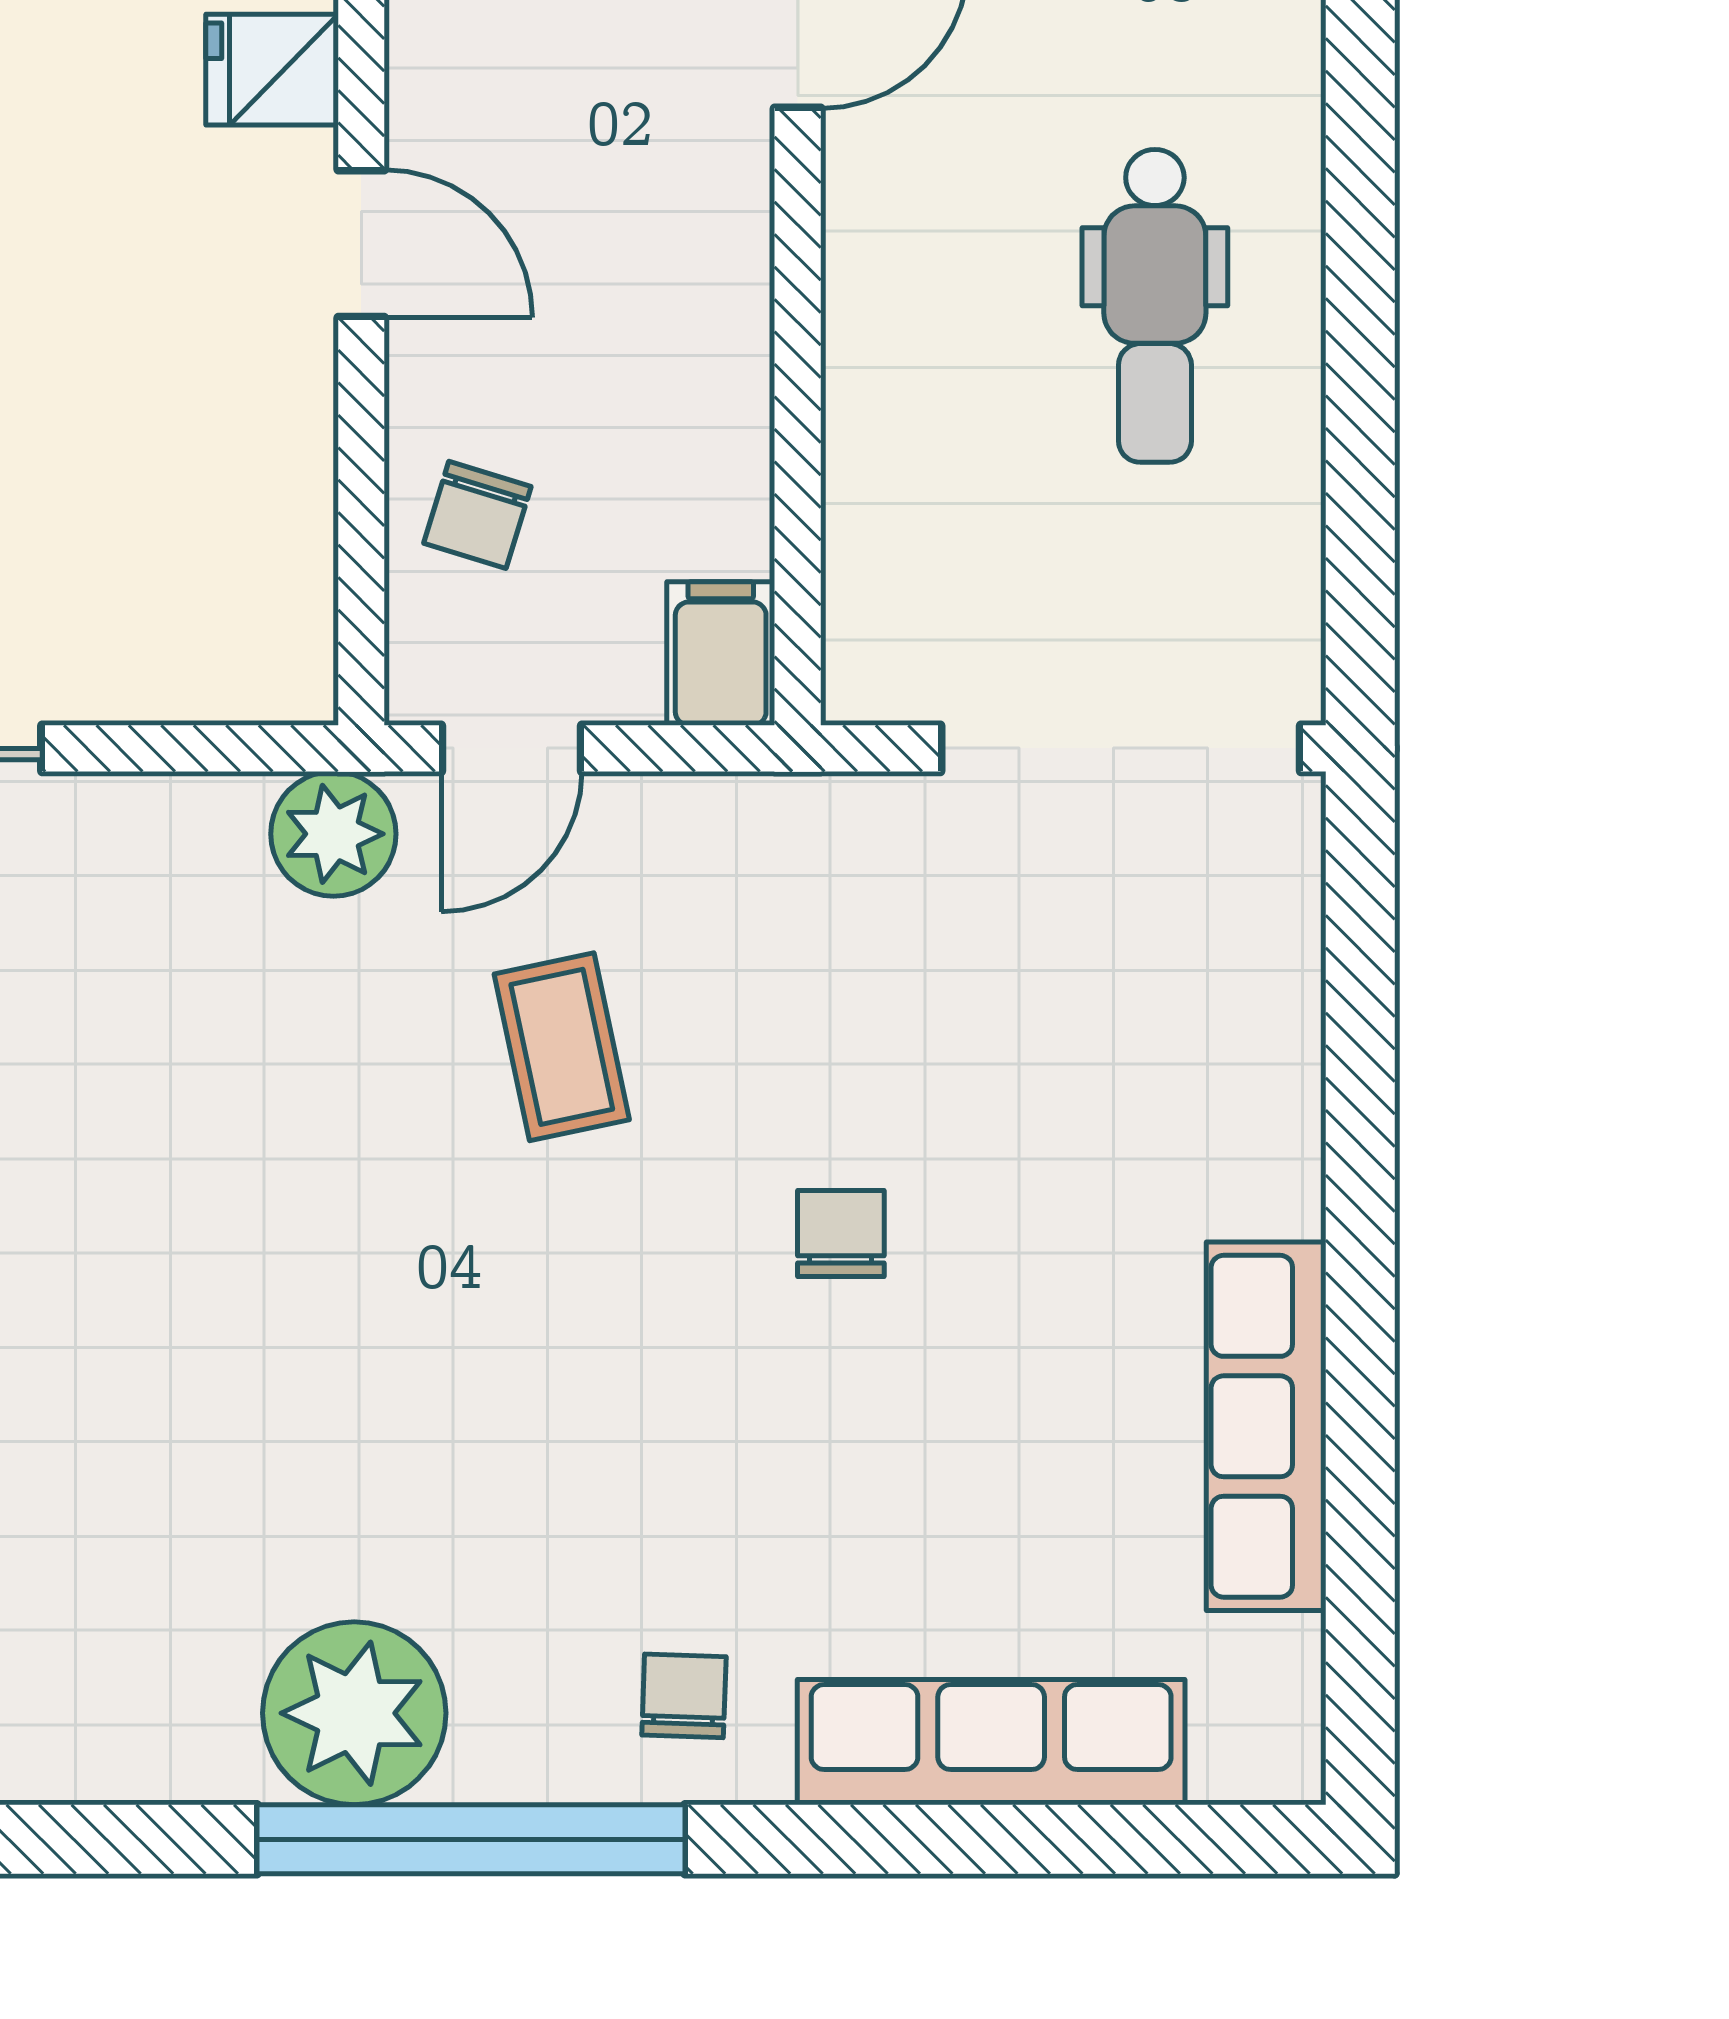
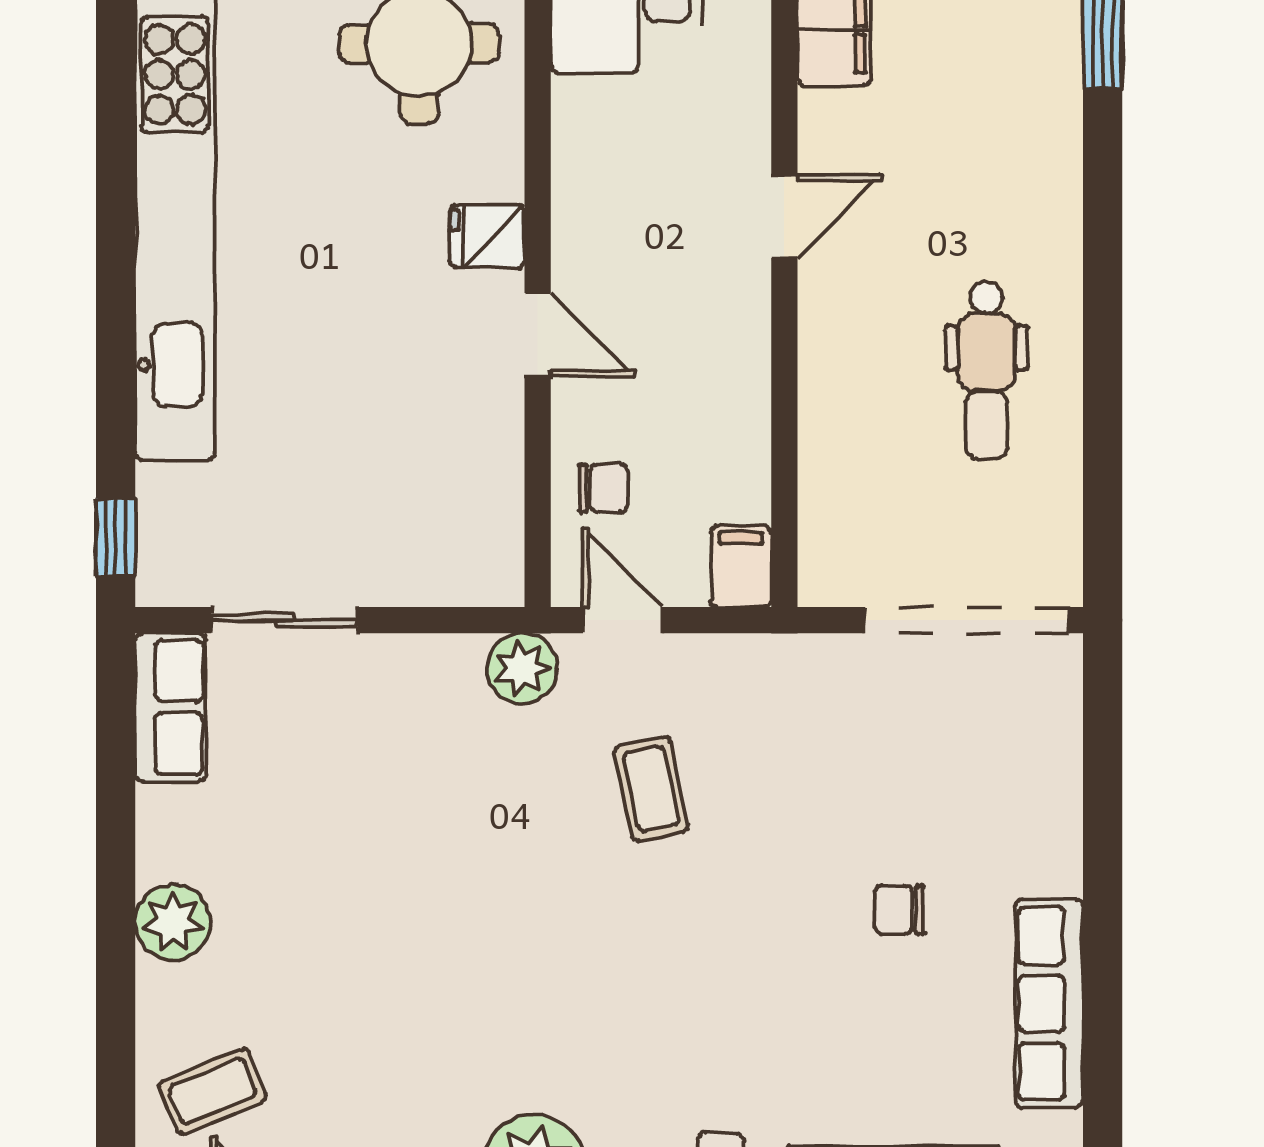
chair: (477, 515) -> (603, 488), turned -107
door: (512, 748) -> (623, 620), swing flipped
chair: (841, 1233) -> (899, 910), moved, turned -90

